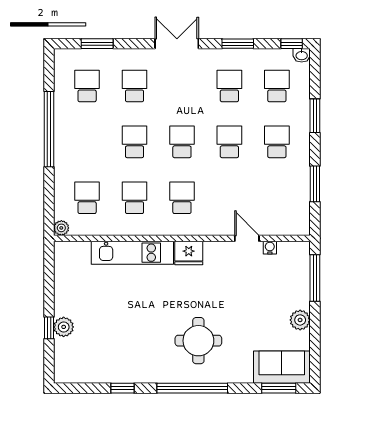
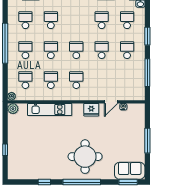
school desk: (87, 142) -> (25, 50), added
window: (315, 184) -> (147, 73), width x1.44
door: (247, 238) -> (111, 102), swing flipped
fridge: (189, 253) -> (91, 110), moved
window: (315, 278) -> (147, 141), moved
plant: (300, 320) -> (140, 146), removed
plant: (64, 327) -> (13, 109), moved
round table: (198, 341) -> (85, 157), width x1.36, depth x1.36

